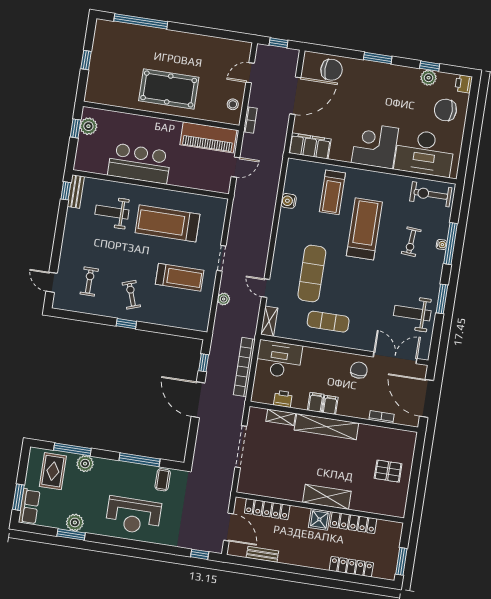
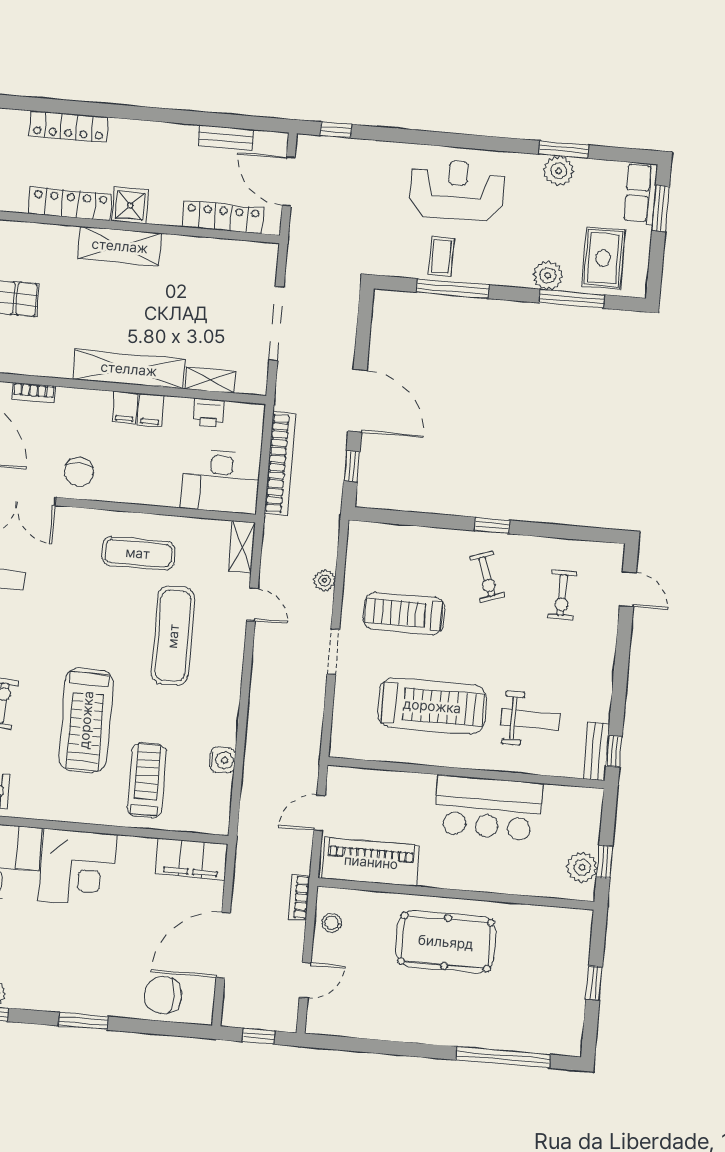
coffee table: (163, 480) -> (441, 256), moved

